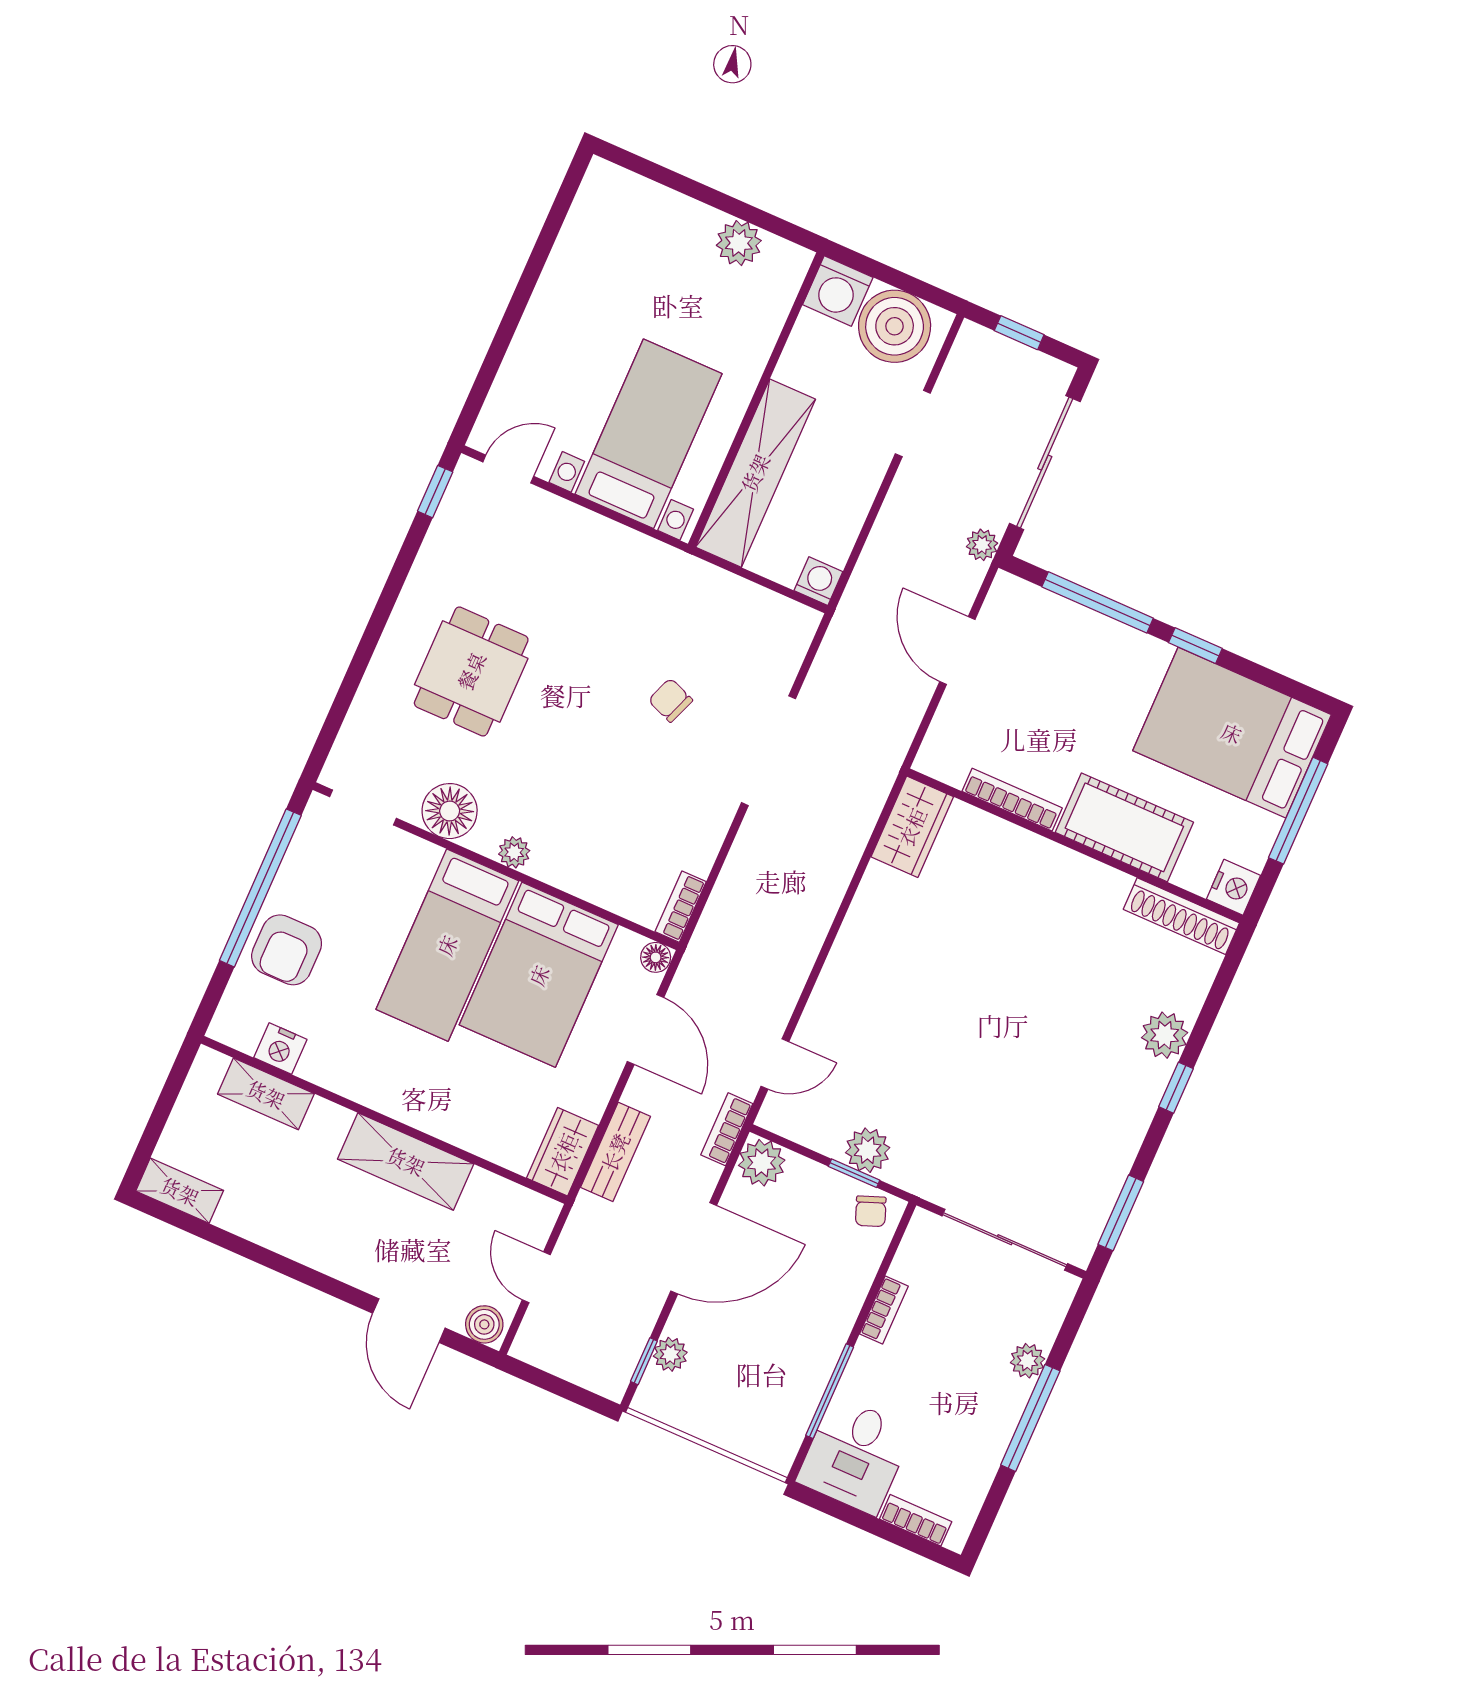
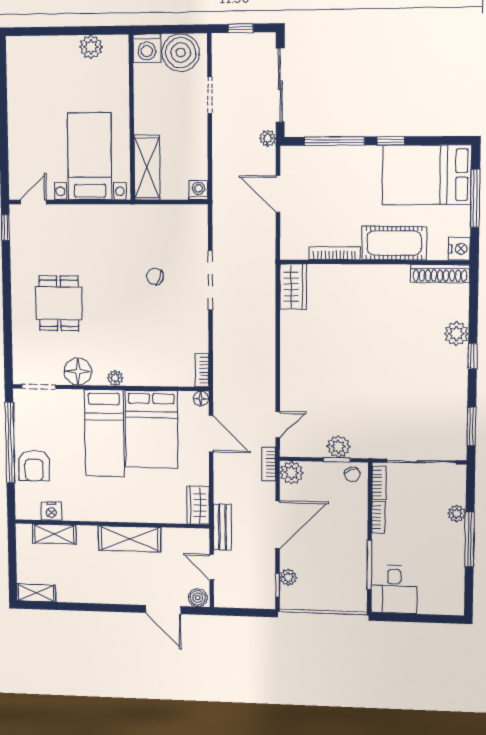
shelving: (755, 473) -> (147, 168), width x0.68
bench: (615, 1152) -> (222, 527), moved
bookcase: (916, 1520) -> (379, 483), moved, turned 90

